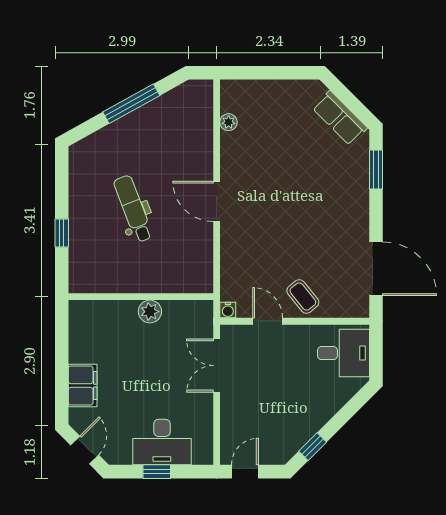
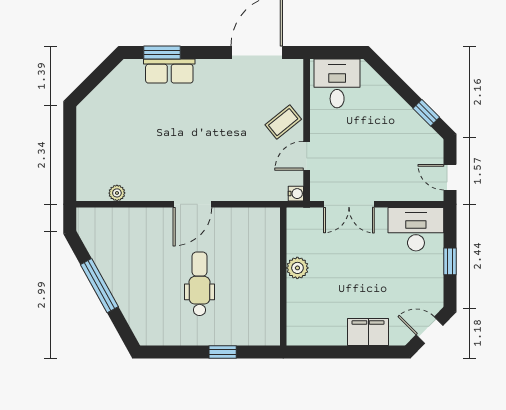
row of seats: (340, 118) -> (169, 71), moved, turned 45
dental chair: (133, 209) -> (200, 284), turned 111
desk: (162, 442) -> (416, 229), moved, turned -90

